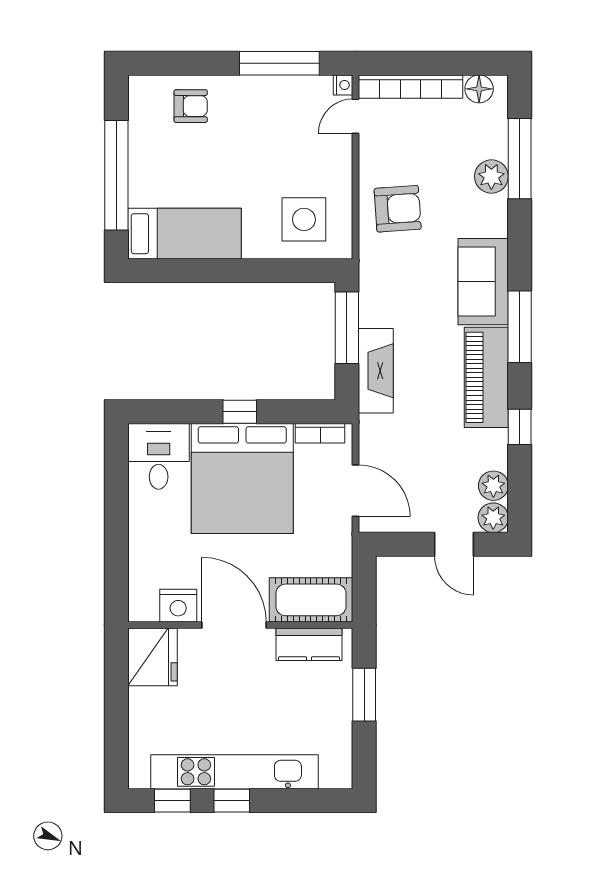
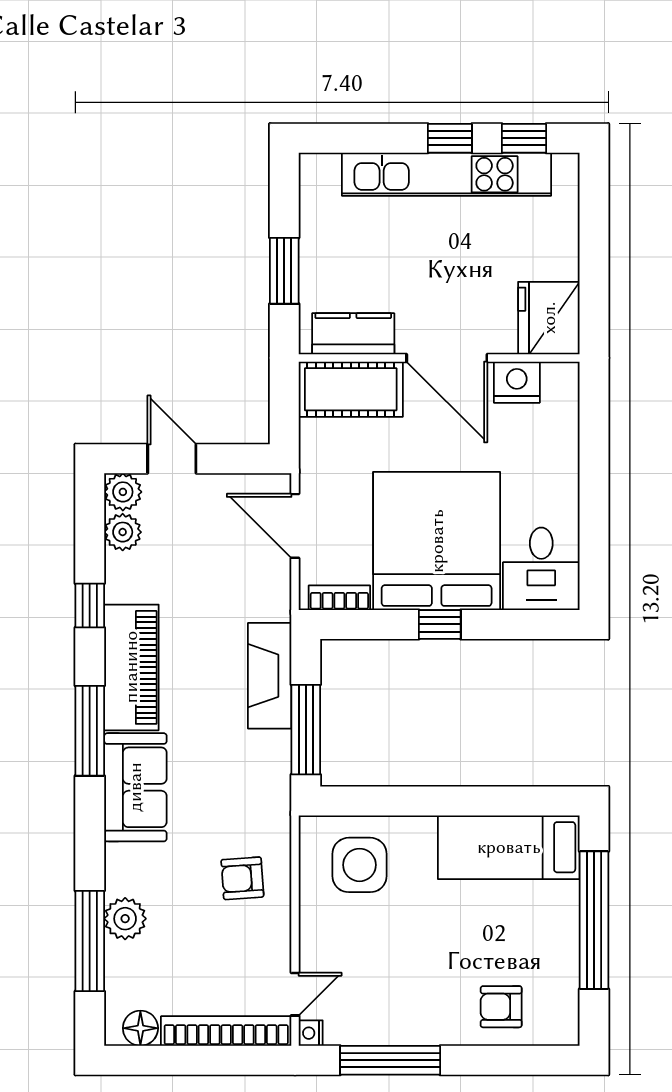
armchair: (398, 209) -> (242, 878), width x0.72, depth x0.72

